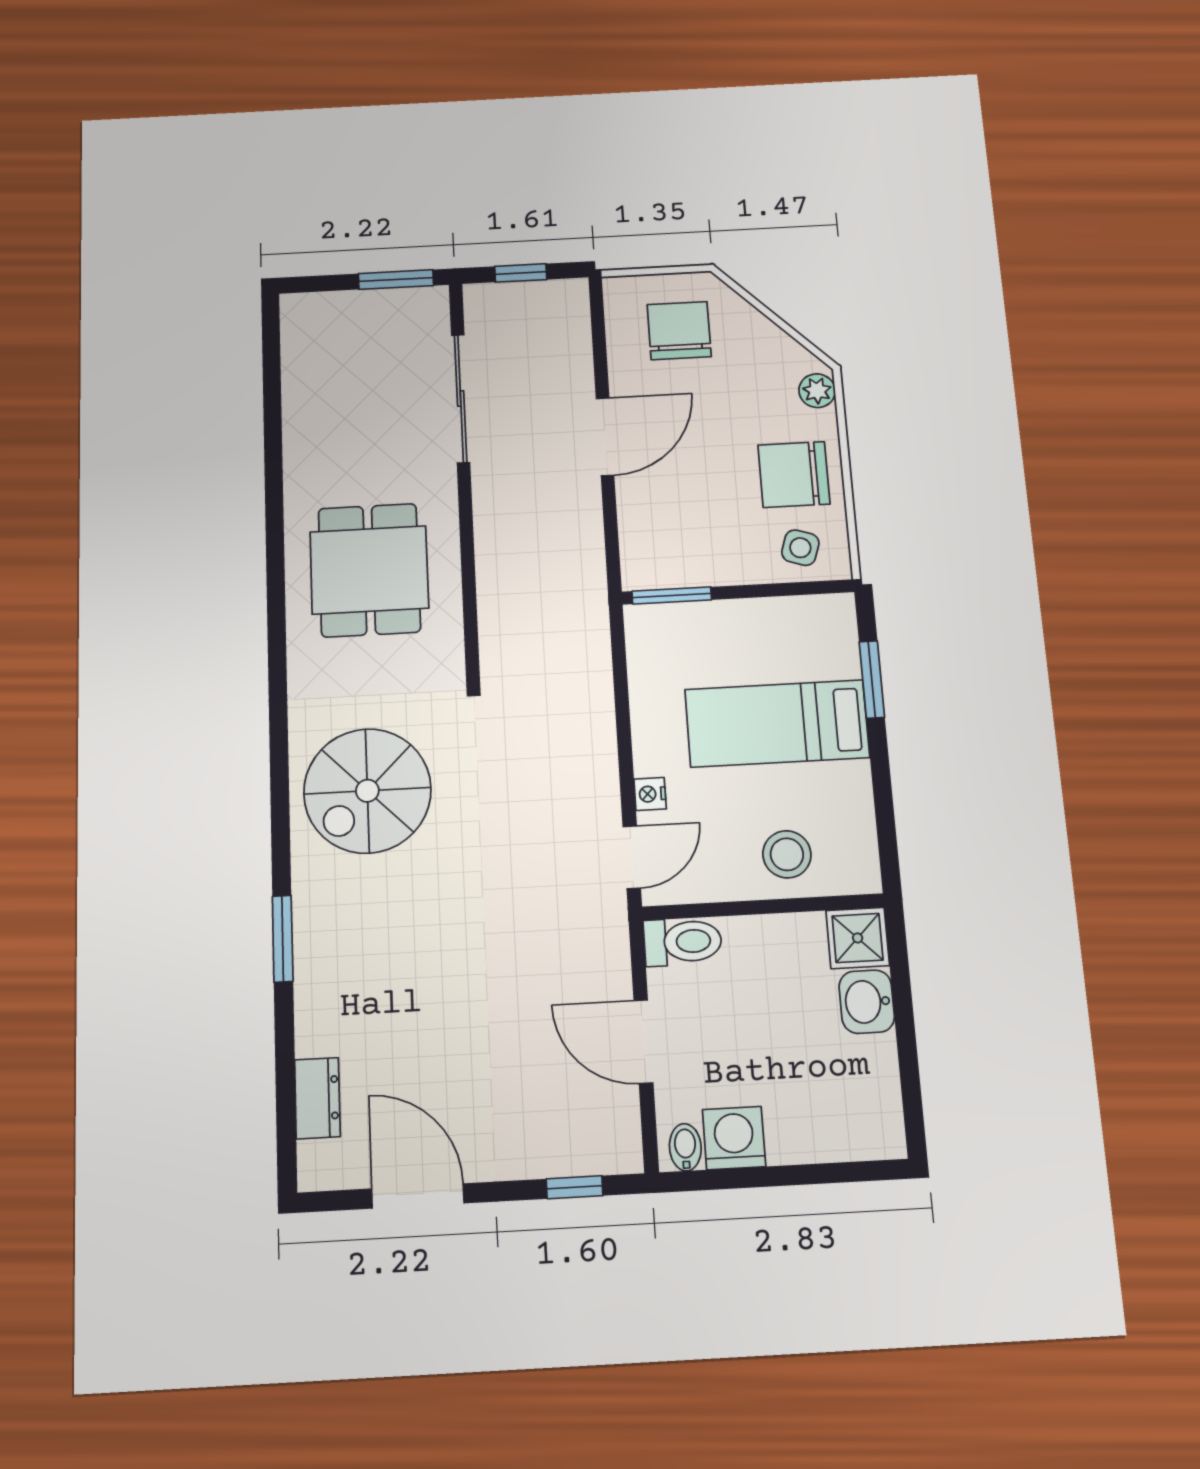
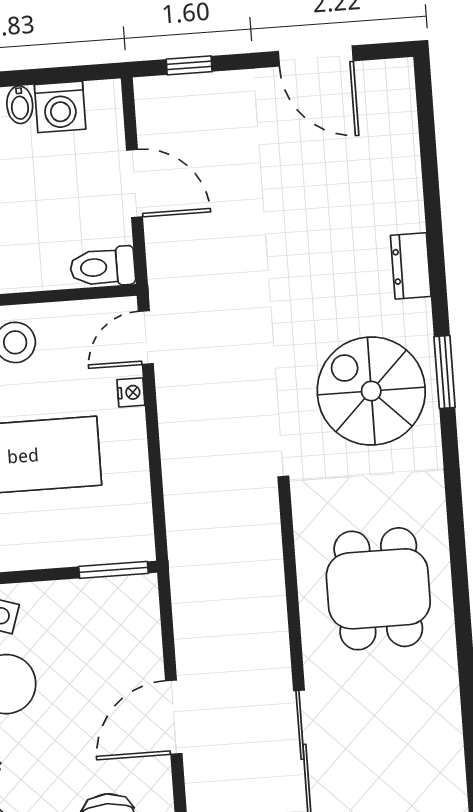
spiral stairs: (367, 791) -> (371, 391), turned -90
window: (283, 939) -> (445, 372), moved
dresser: (317, 1098) -> (411, 266), moved
bidet: (685, 1147) -> (20, 105), moved

